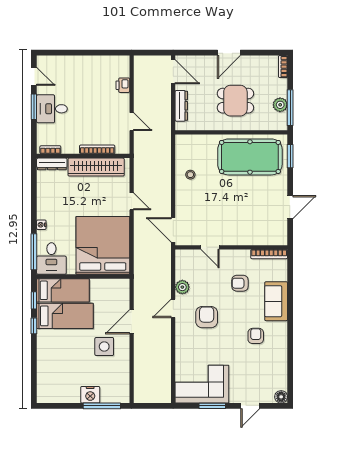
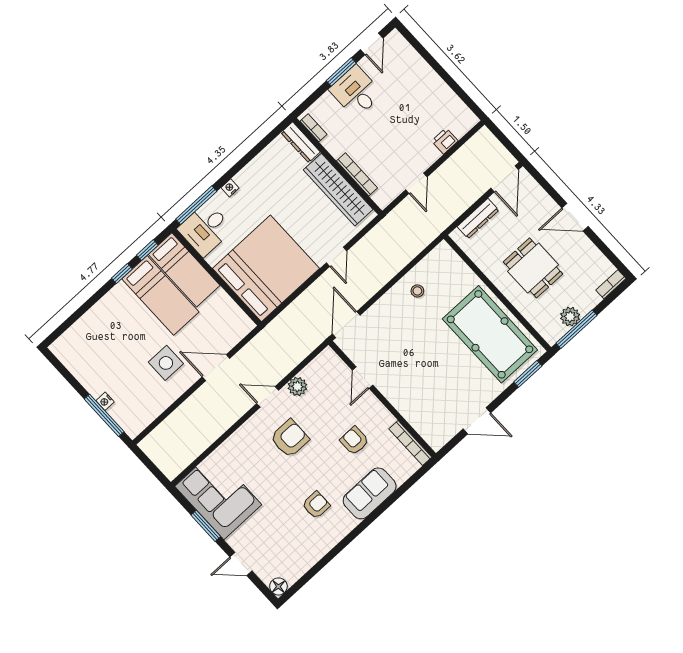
nightstand: (90, 395) -> (105, 401), width x0.53, depth x0.56

